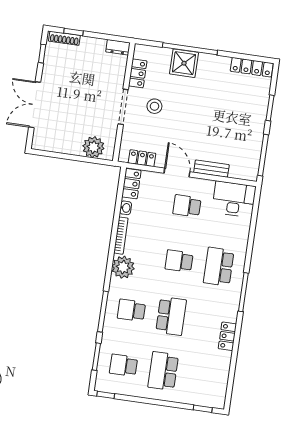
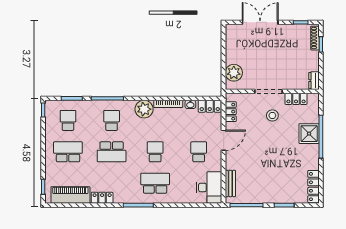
bench: (211, 169) -> (230, 183), moved
piano: (218, 376) -> (70, 195), added

